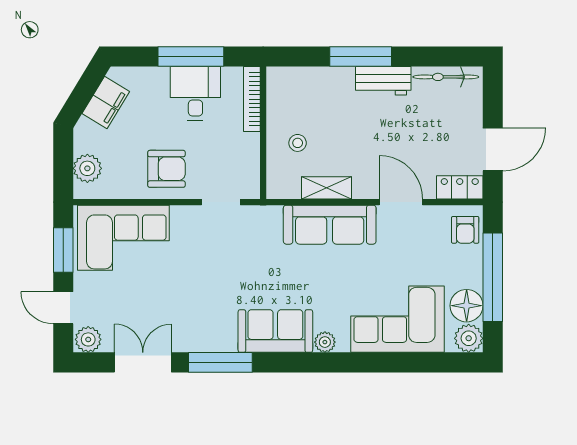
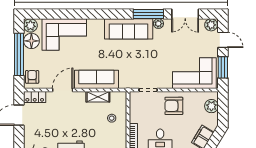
door: (401, 202) -> (63, 90), swing flipped
sofa: (275, 331) -> (129, 29), width x1.36
plant: (325, 342) -> (158, 24), moved

